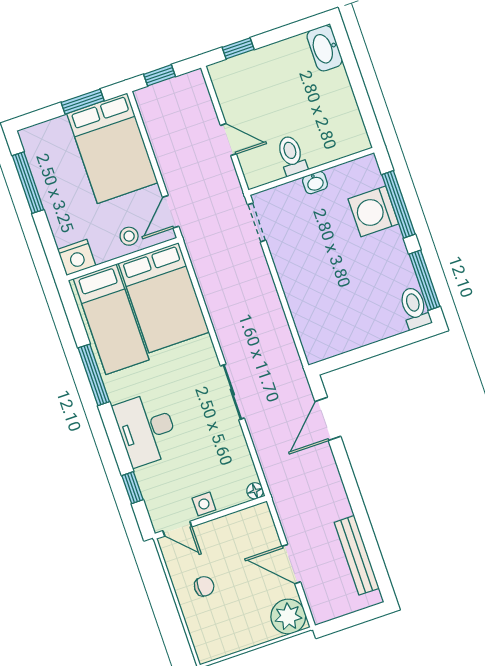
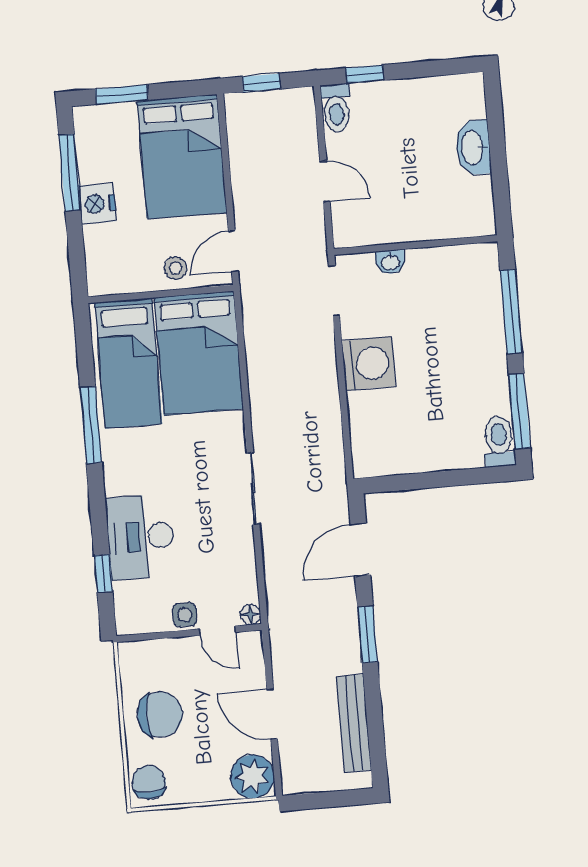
washbasin: (325, 48) -> (473, 148), moved
window: (83, 102) -> (122, 94), moved
toilet: (292, 155) -> (336, 108), moved, turned 180
washbasin: (315, 183) -> (390, 262), moved
washing machine: (373, 211) -> (368, 364), moved, turned 180
nightstand: (77, 257) -> (97, 204), moved, turned 90
desk: (146, 429) -> (140, 537), moved
window: (350, 484) -> (368, 635), added
door: (177, 529) -> (218, 631), moved
chair: (204, 586) -> (160, 715), width x1.87, depth x1.87
chair: (209, 641) -> (149, 782), added

